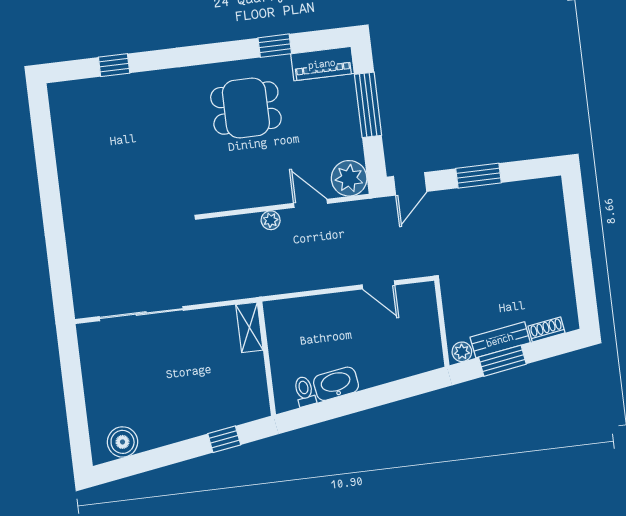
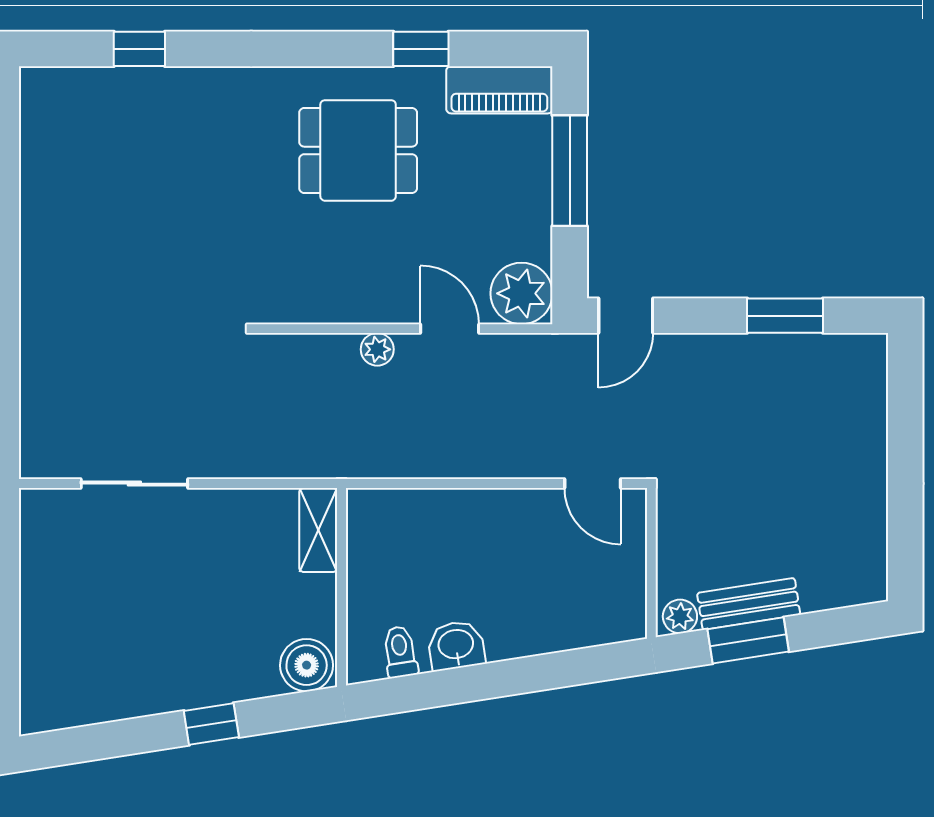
window: (479, 176) -> (785, 316), moved
door: (378, 285) -> (593, 484), moved
sliding door: (141, 314) -> (134, 484), width x0.73
shoe rack: (547, 329) -> (831, 596), removed
washbasin: (336, 384) -> (456, 645), width x0.72
window: (224, 439) -> (211, 724), moved
boiler: (123, 442) -> (307, 665), moved

